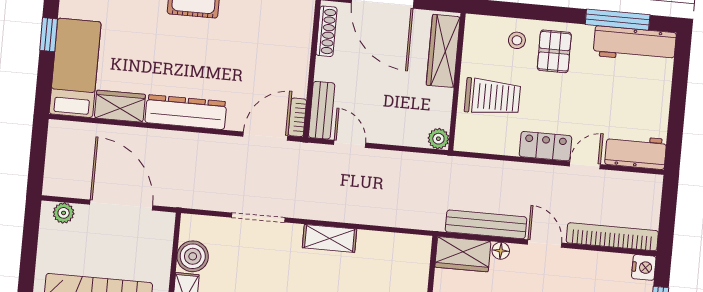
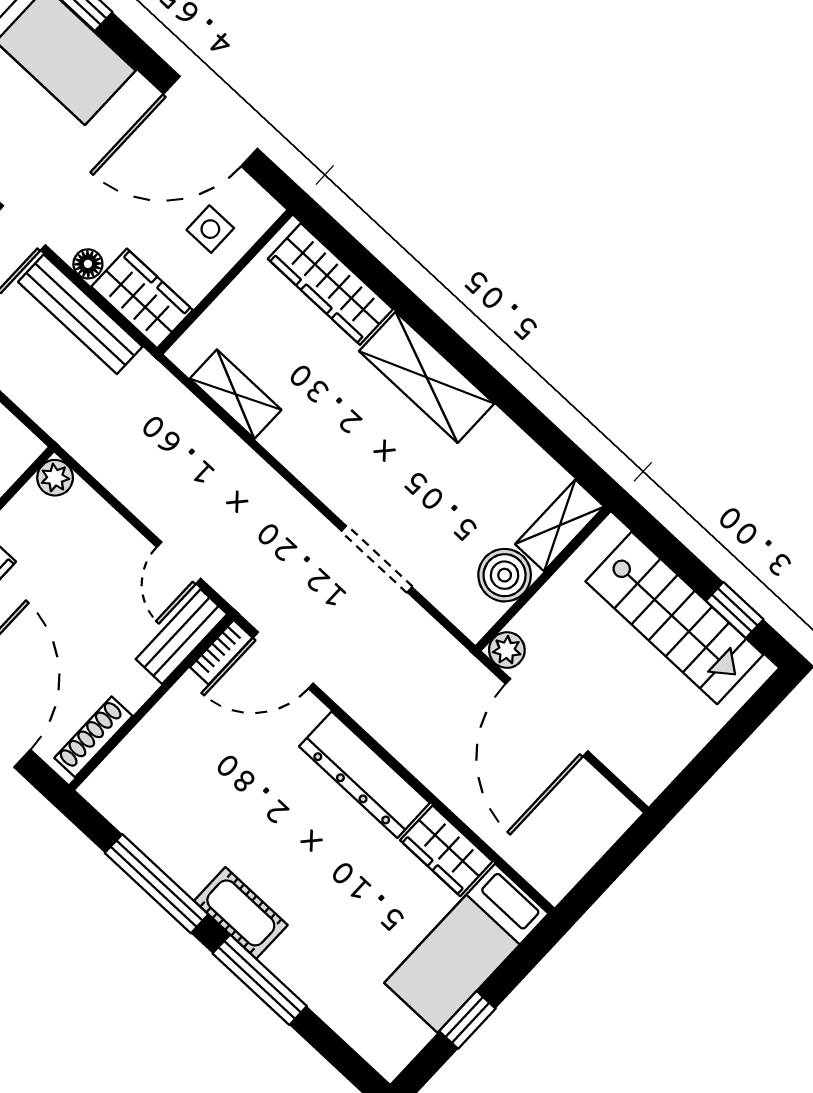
plant: (64, 213) -> (507, 650), moved
shelving: (330, 238) -> (236, 394), moved

